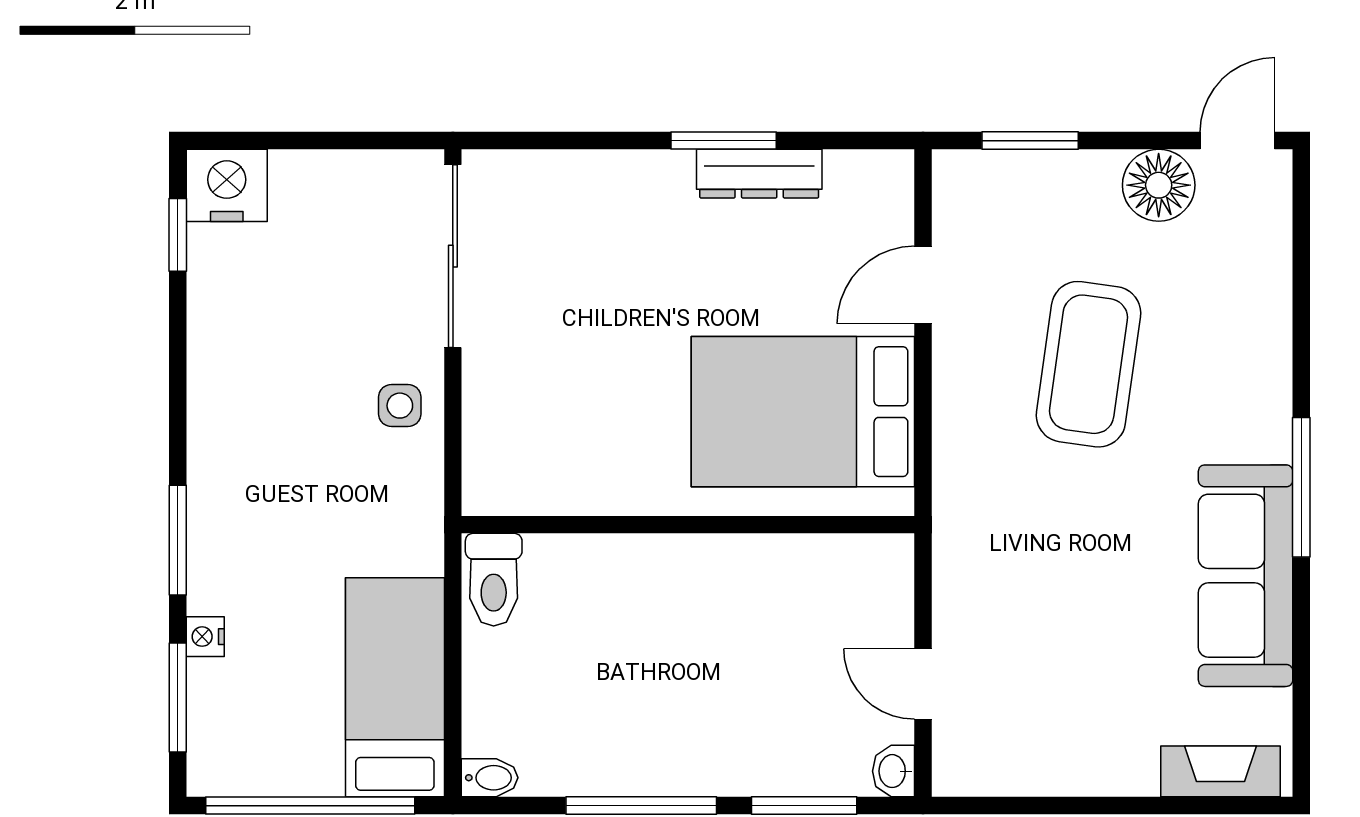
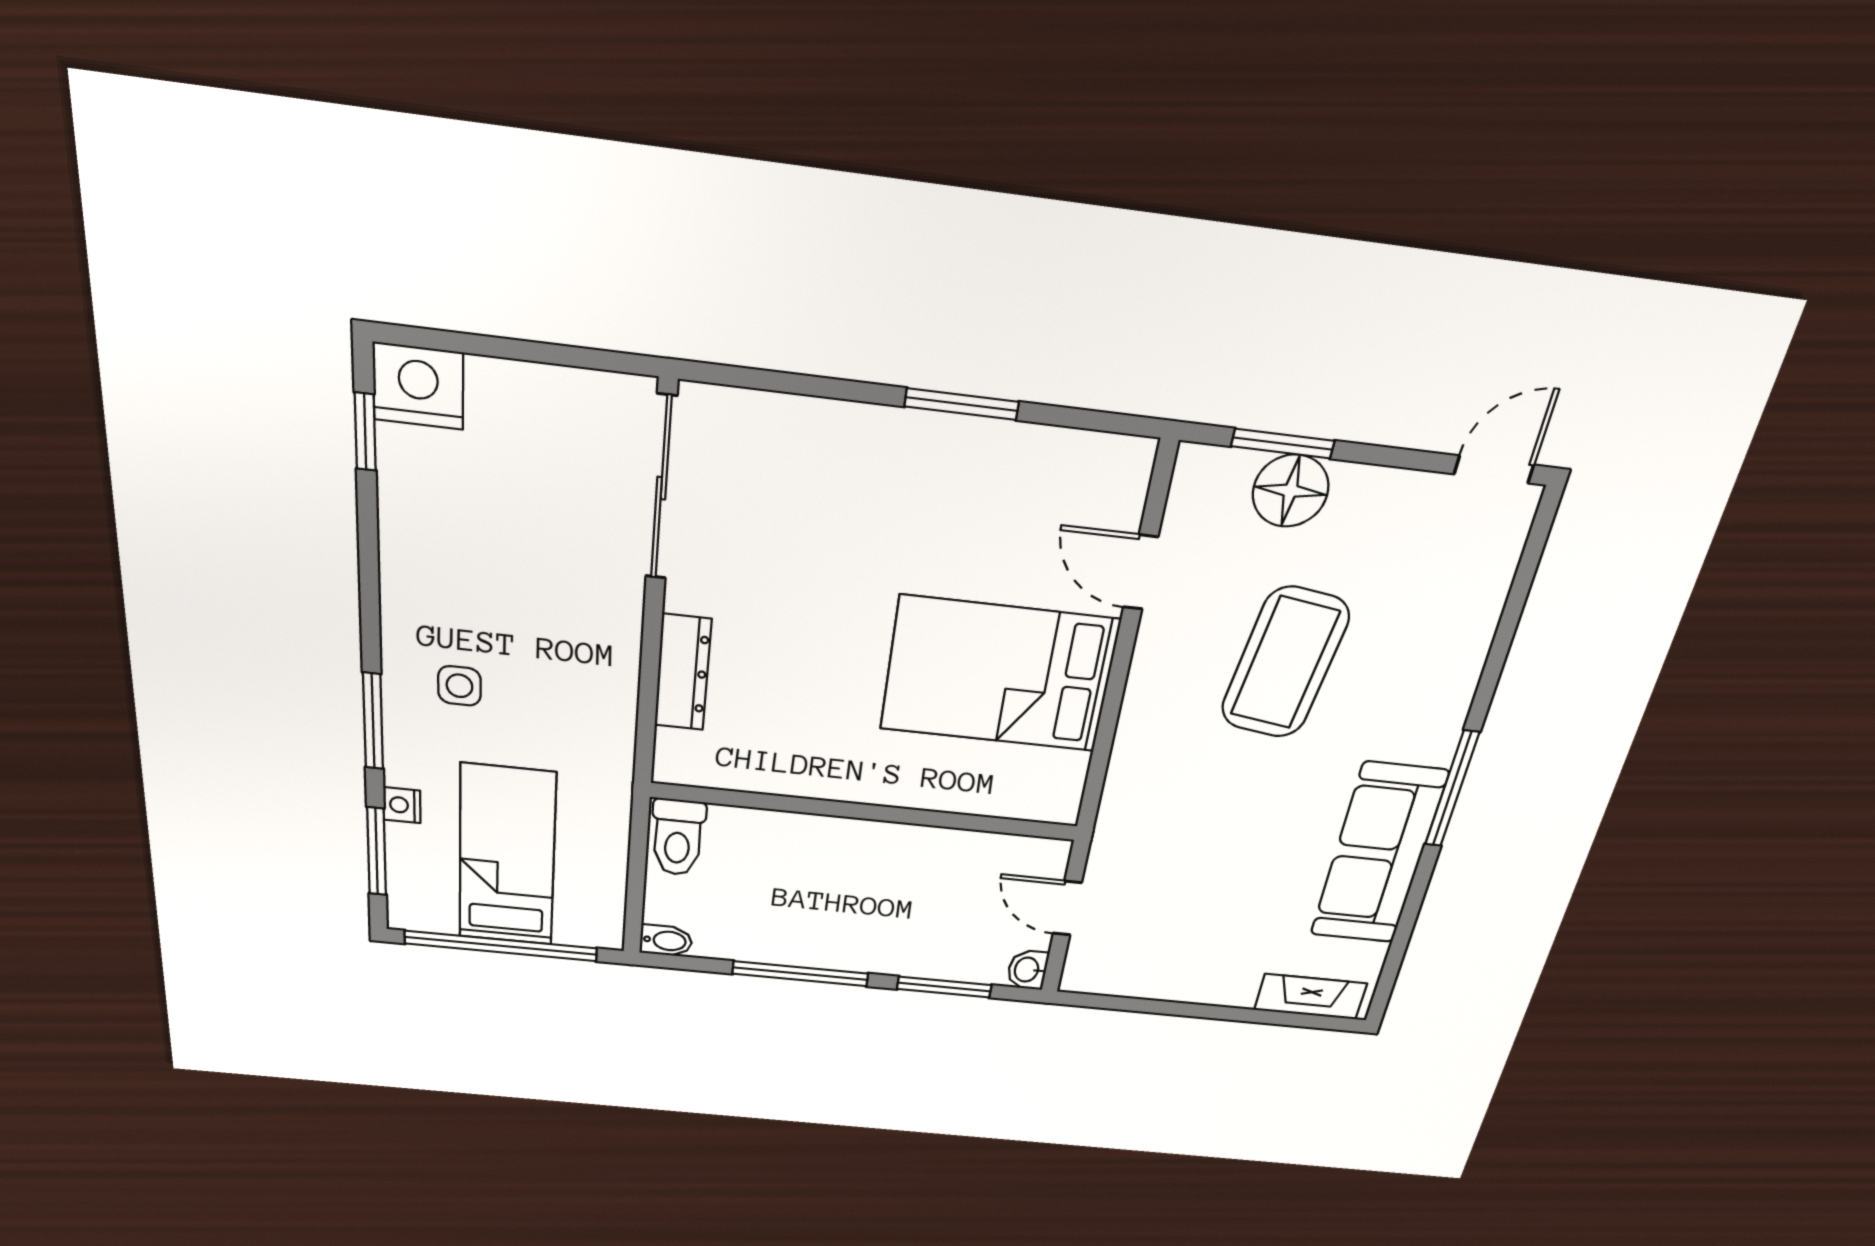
dresser: (759, 174) -> (683, 673), moved, turned -90
floor lamp: (1159, 185) -> (1291, 491), moved
door: (923, 285) -> (1141, 572), hinge flipped
side table: (400, 406) -> (459, 686), moved
wall: (688, 525) -> (865, 812), moved
toilet: (494, 580) -> (678, 837), moved
bed: (395, 687) -> (507, 856), moved

